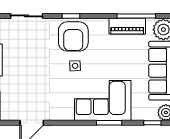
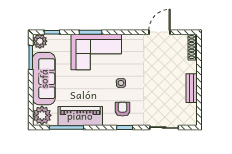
piano: (127, 26) -> (80, 116), width x1.37, depth x1.33
armchair: (73, 36) -> (122, 109), width x0.53, depth x0.53

